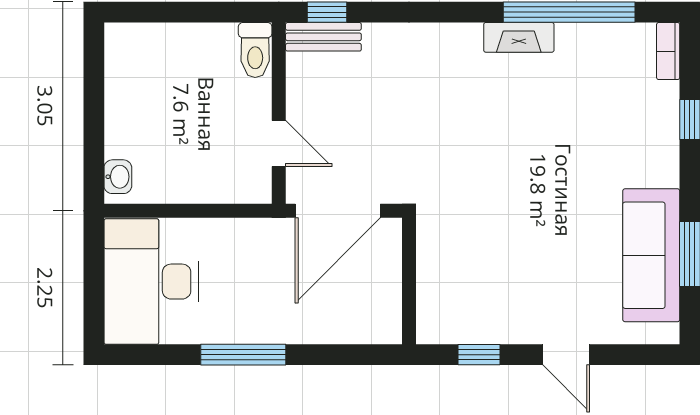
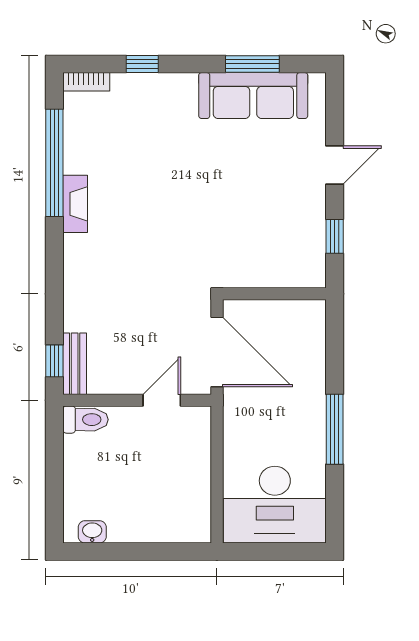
washbasin: (118, 177) -> (92, 532), moved

